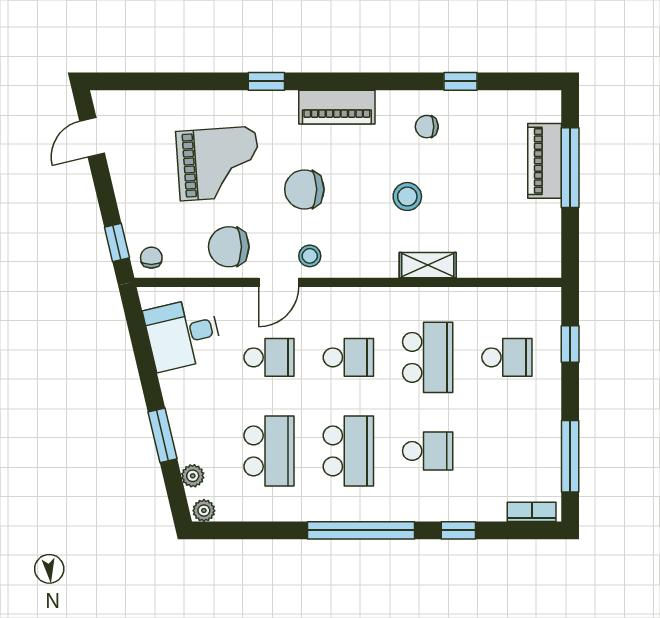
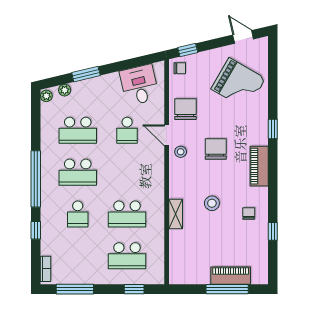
grand piano: (218, 163) -> (238, 84), moved, turned -56
school desk: (348, 357) -> (127, 172), removed
school desk: (507, 357) -> (127, 256), width x1.85

